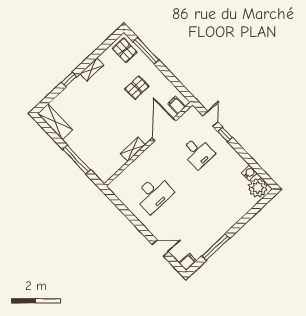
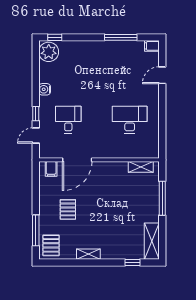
window: (69, 80) -> (132, 263), moved
pallet: (137, 88) -> (68, 209), turned 90
shelving: (133, 149) -> (141, 167), moved
water cooler: (249, 173) -> (45, 89), moved
window: (263, 202) -> (55, 37), added
door: (160, 248) -> (162, 75), hinge flipped

